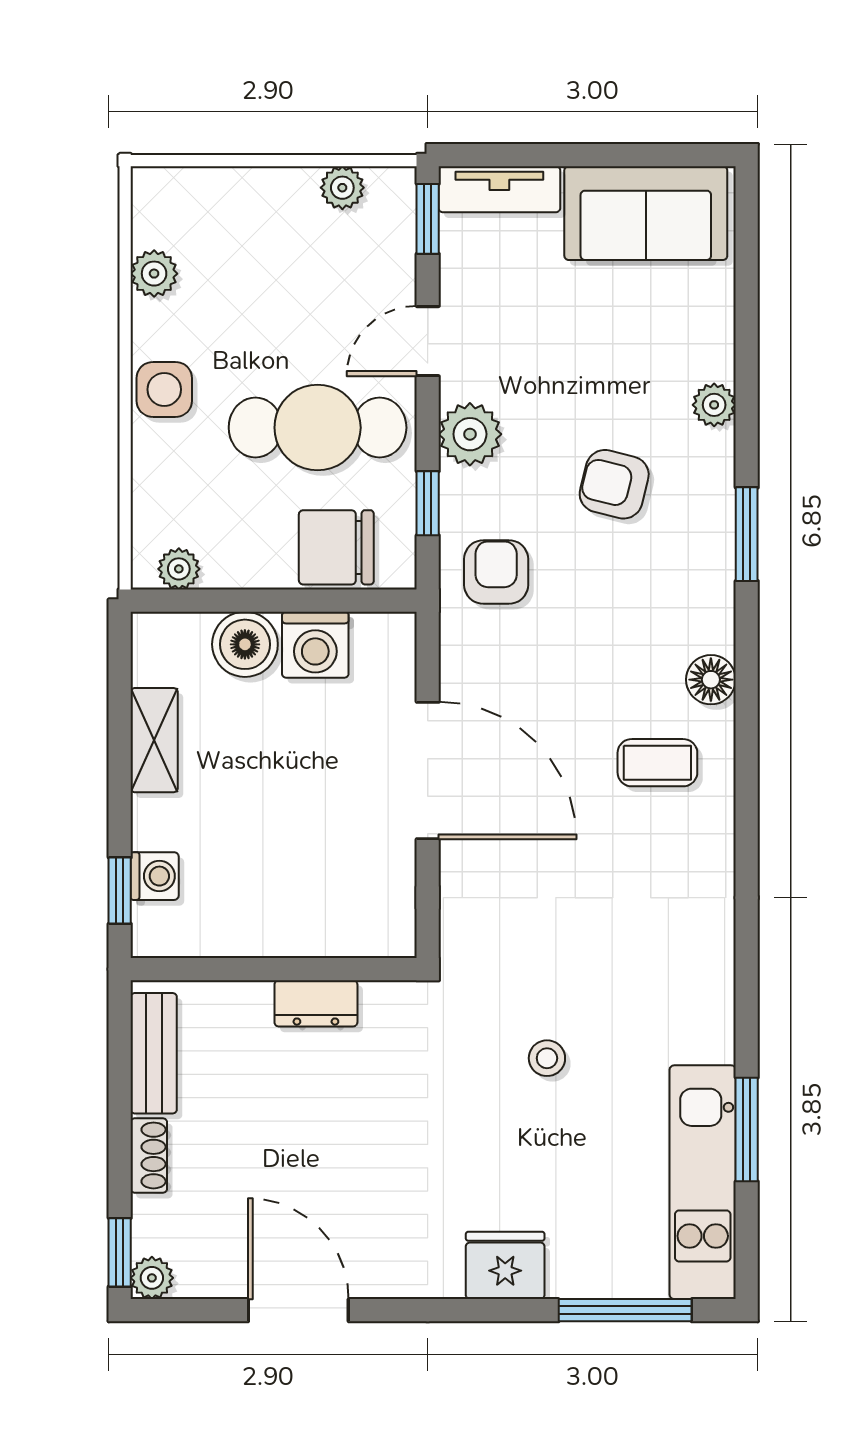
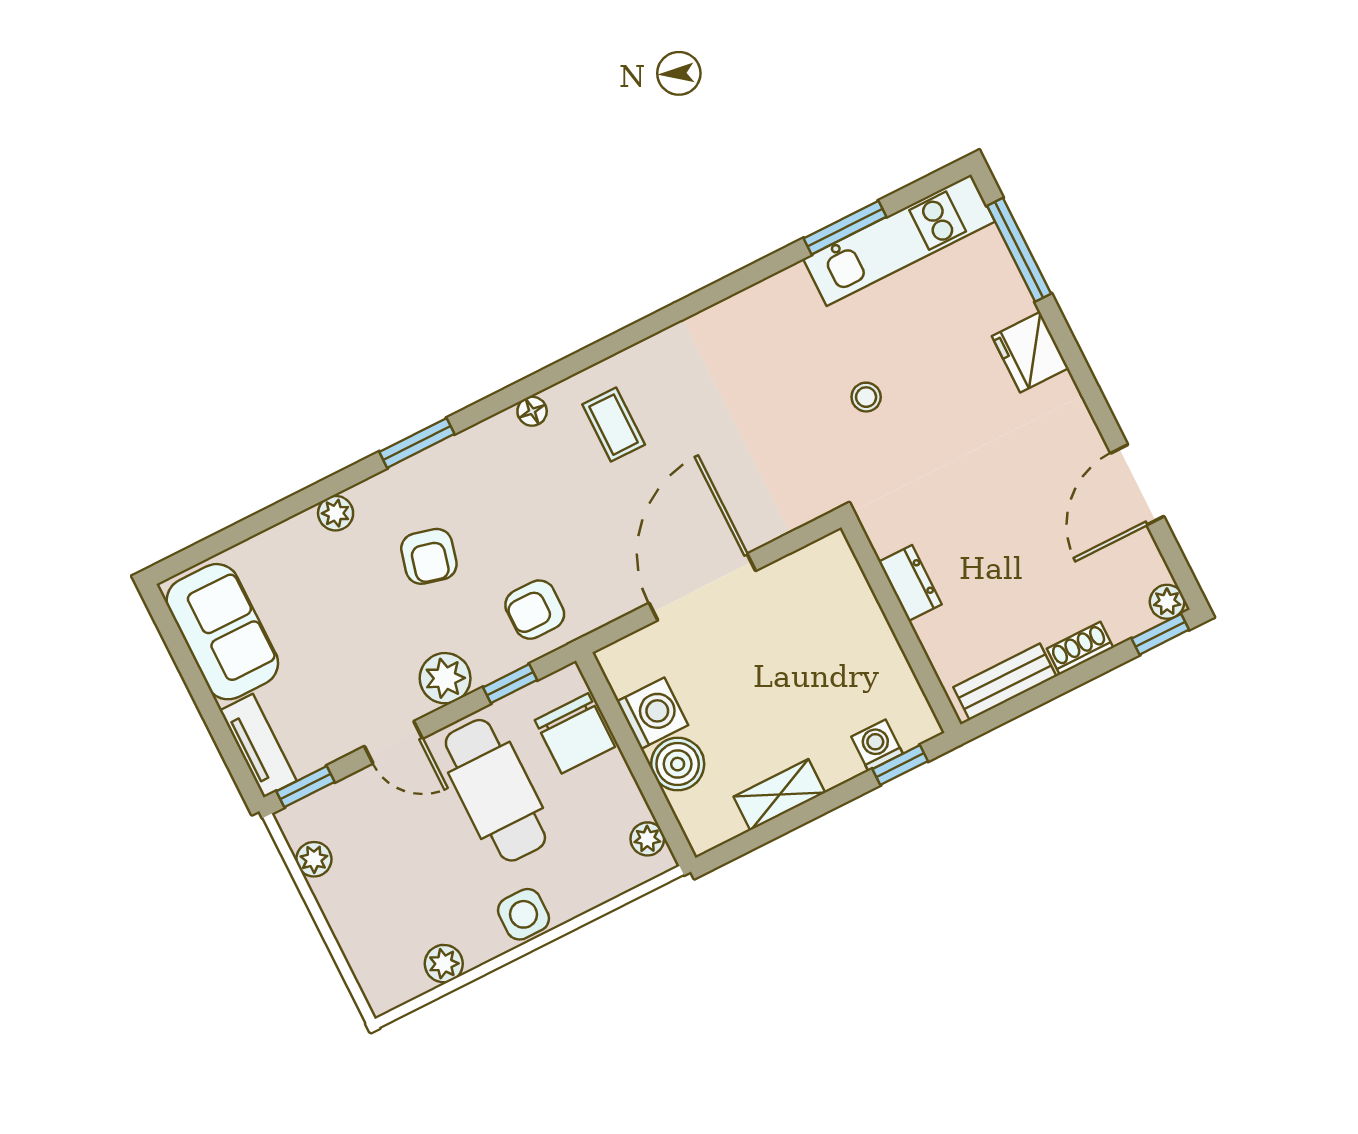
floor lamp: (711, 680) -> (532, 411), width x0.73, depth x0.73

